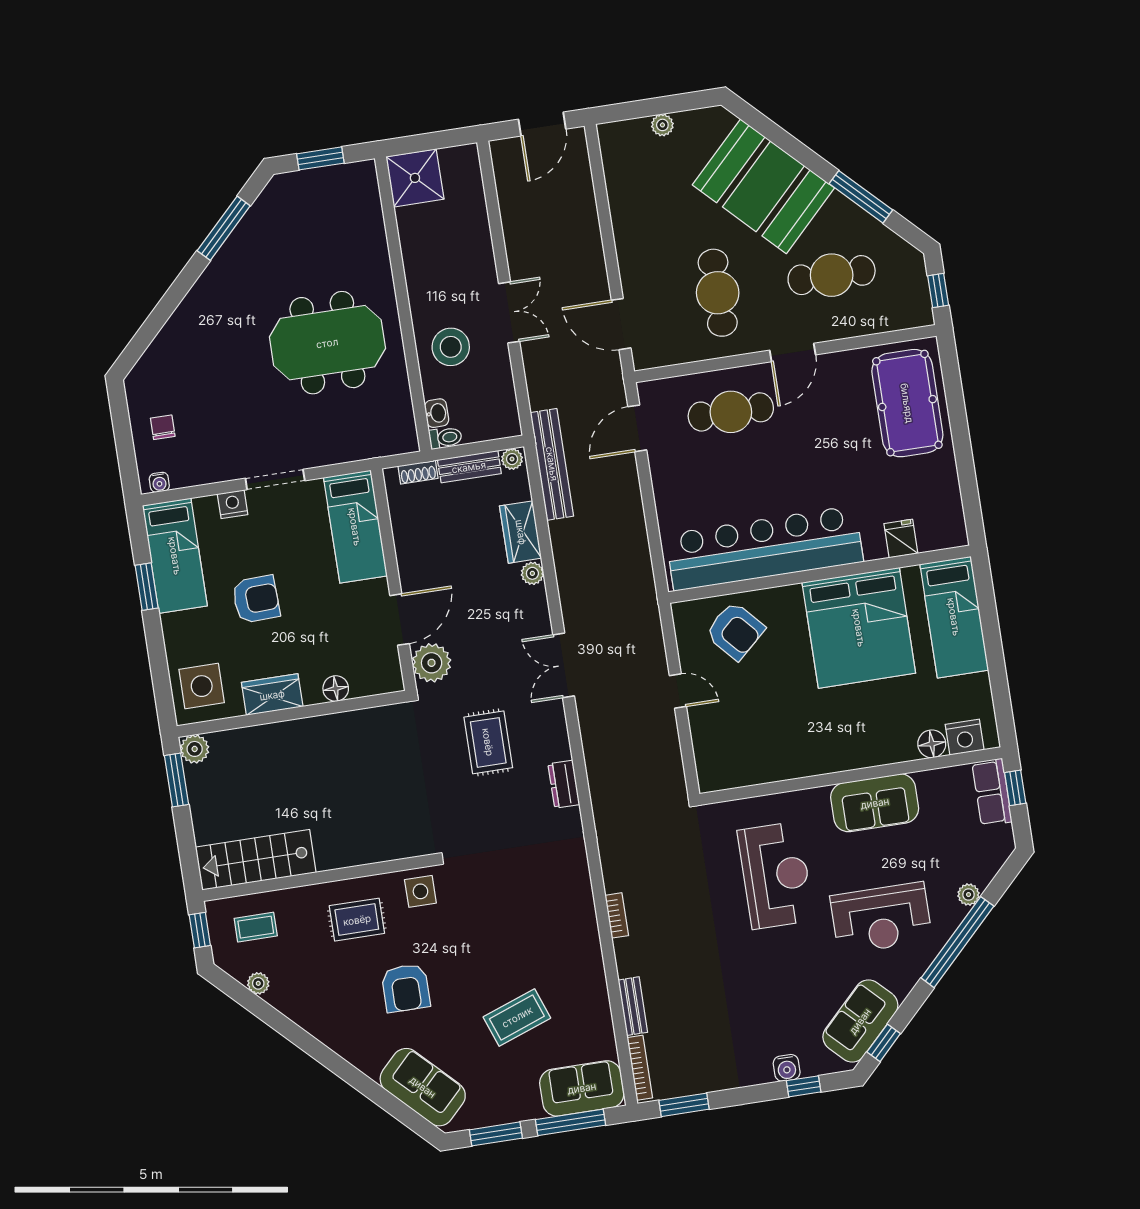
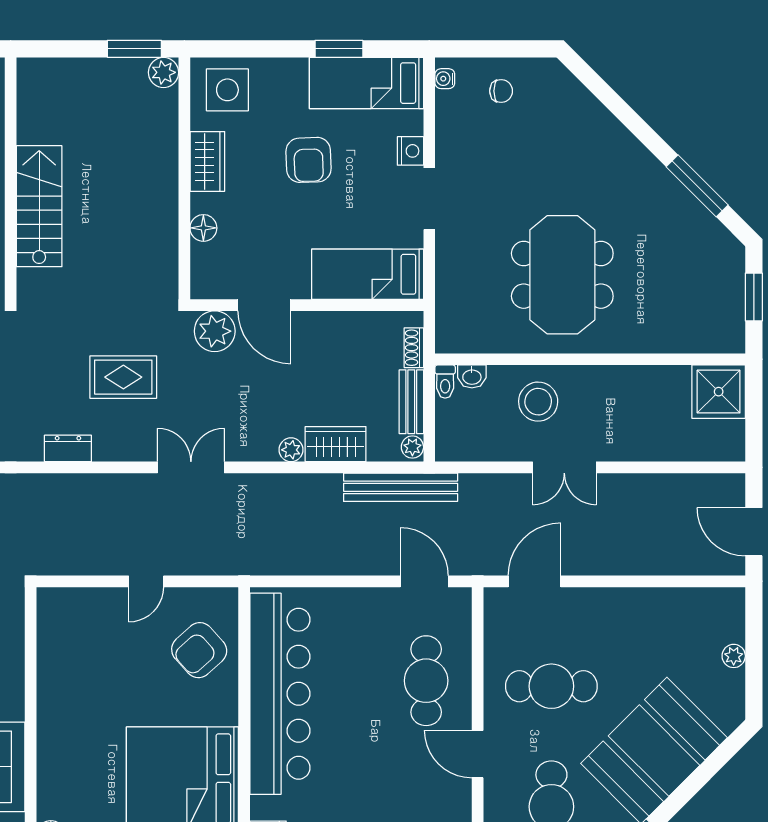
stairs: (256, 860) -> (39, 206), moved

